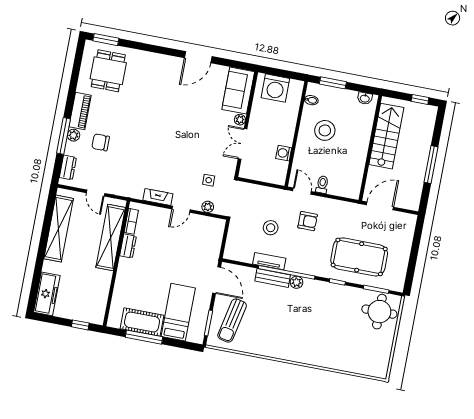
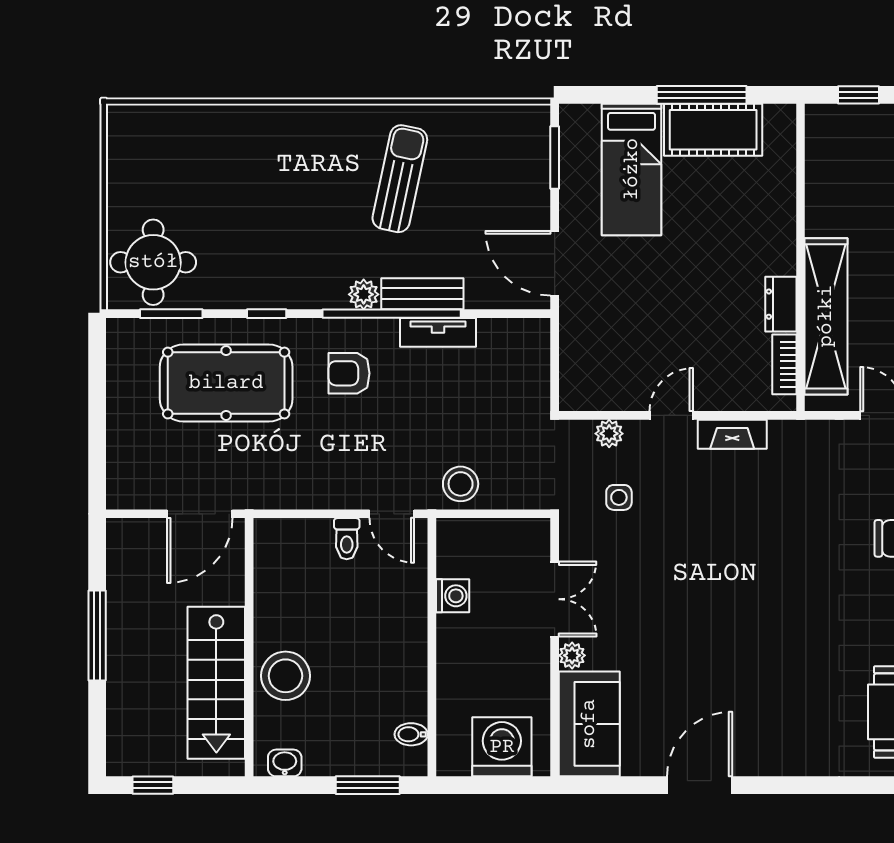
stool: (325, 130) -> (285, 676), moved
armchair: (308, 221) -> (349, 373), moved
stool: (271, 228) -> (461, 484), moved
sun lounger: (232, 321) -> (400, 179), moved

